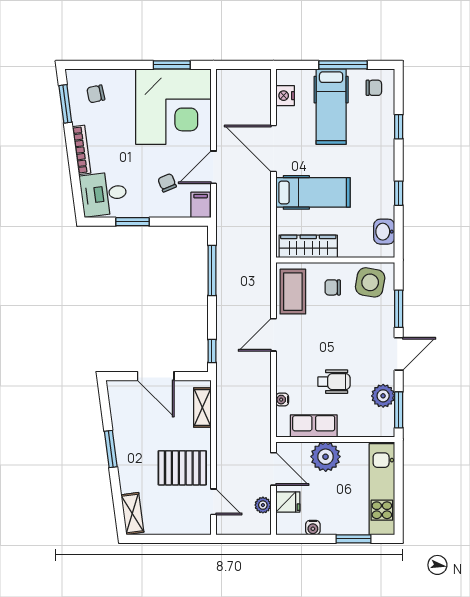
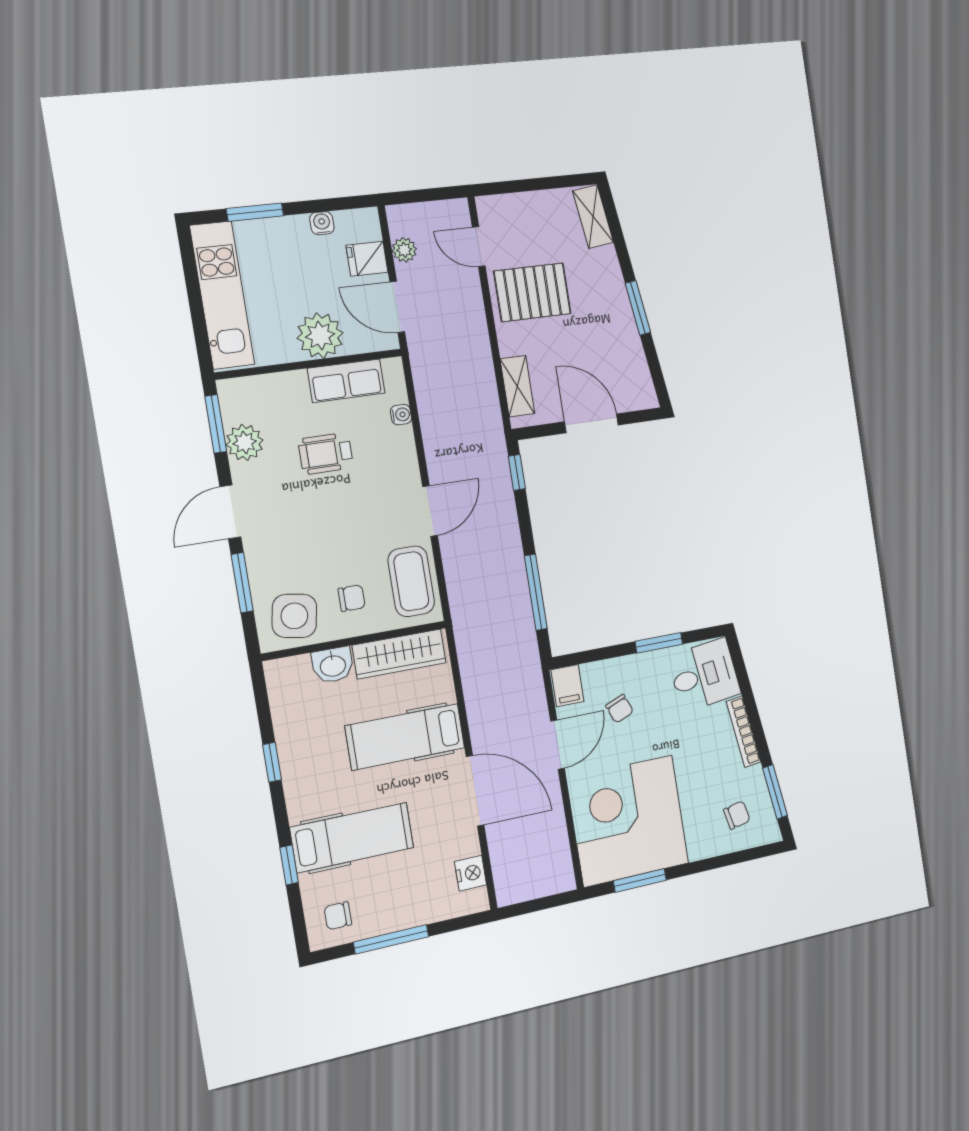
hospital bed: (331, 107) -> (352, 838), moved, turned 90
washbasin: (384, 232) -> (333, 665), moved, turned 90

